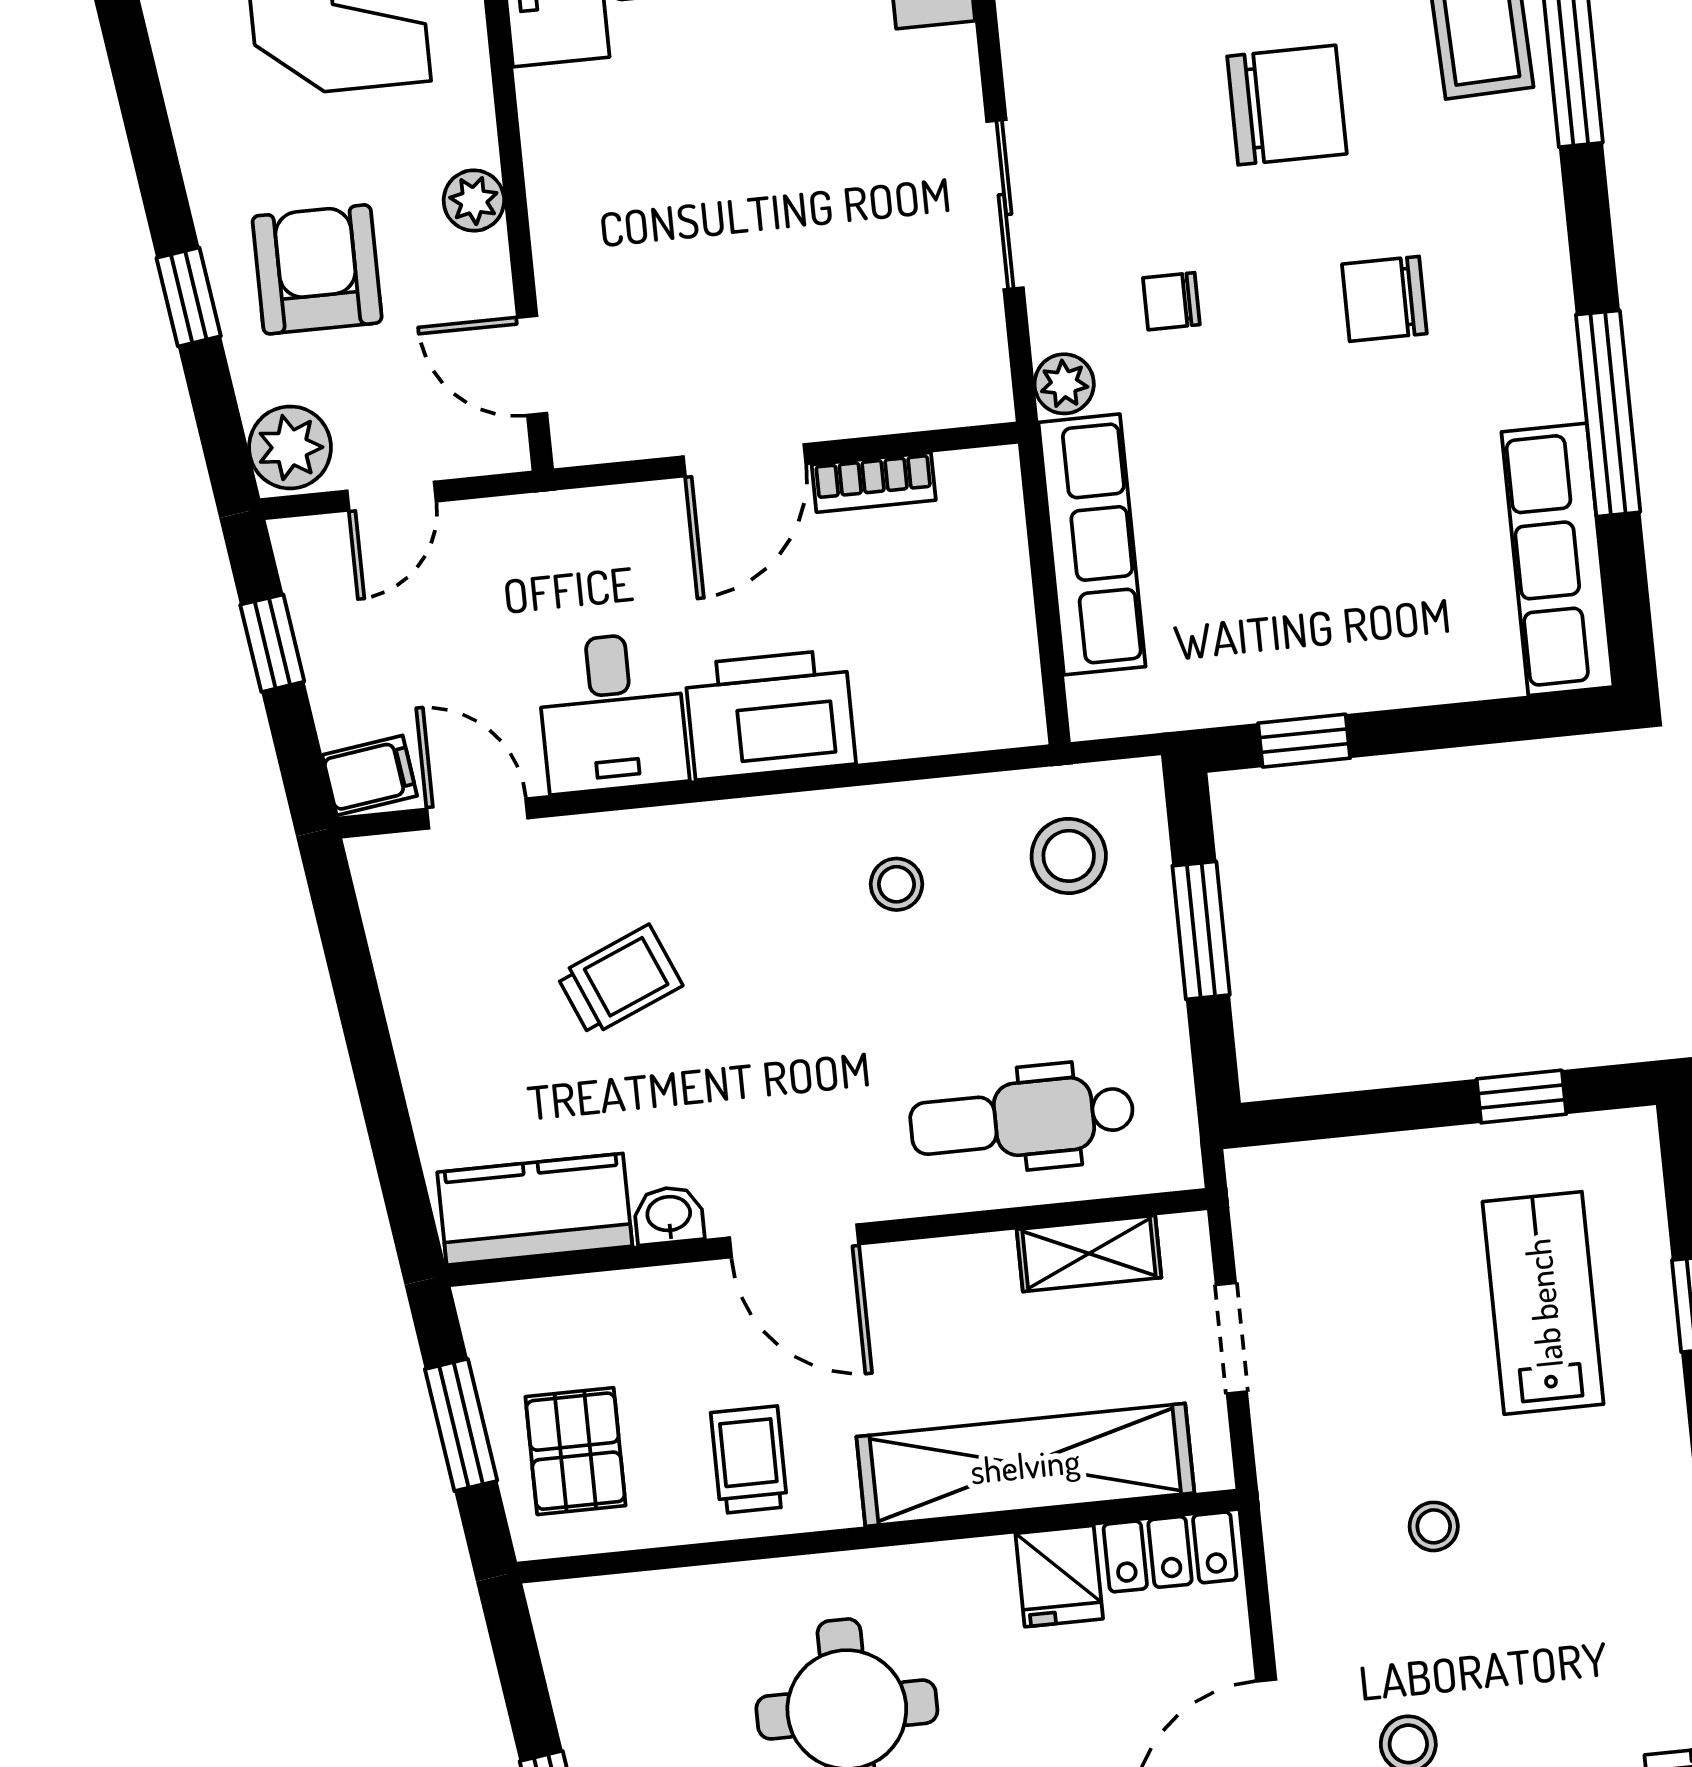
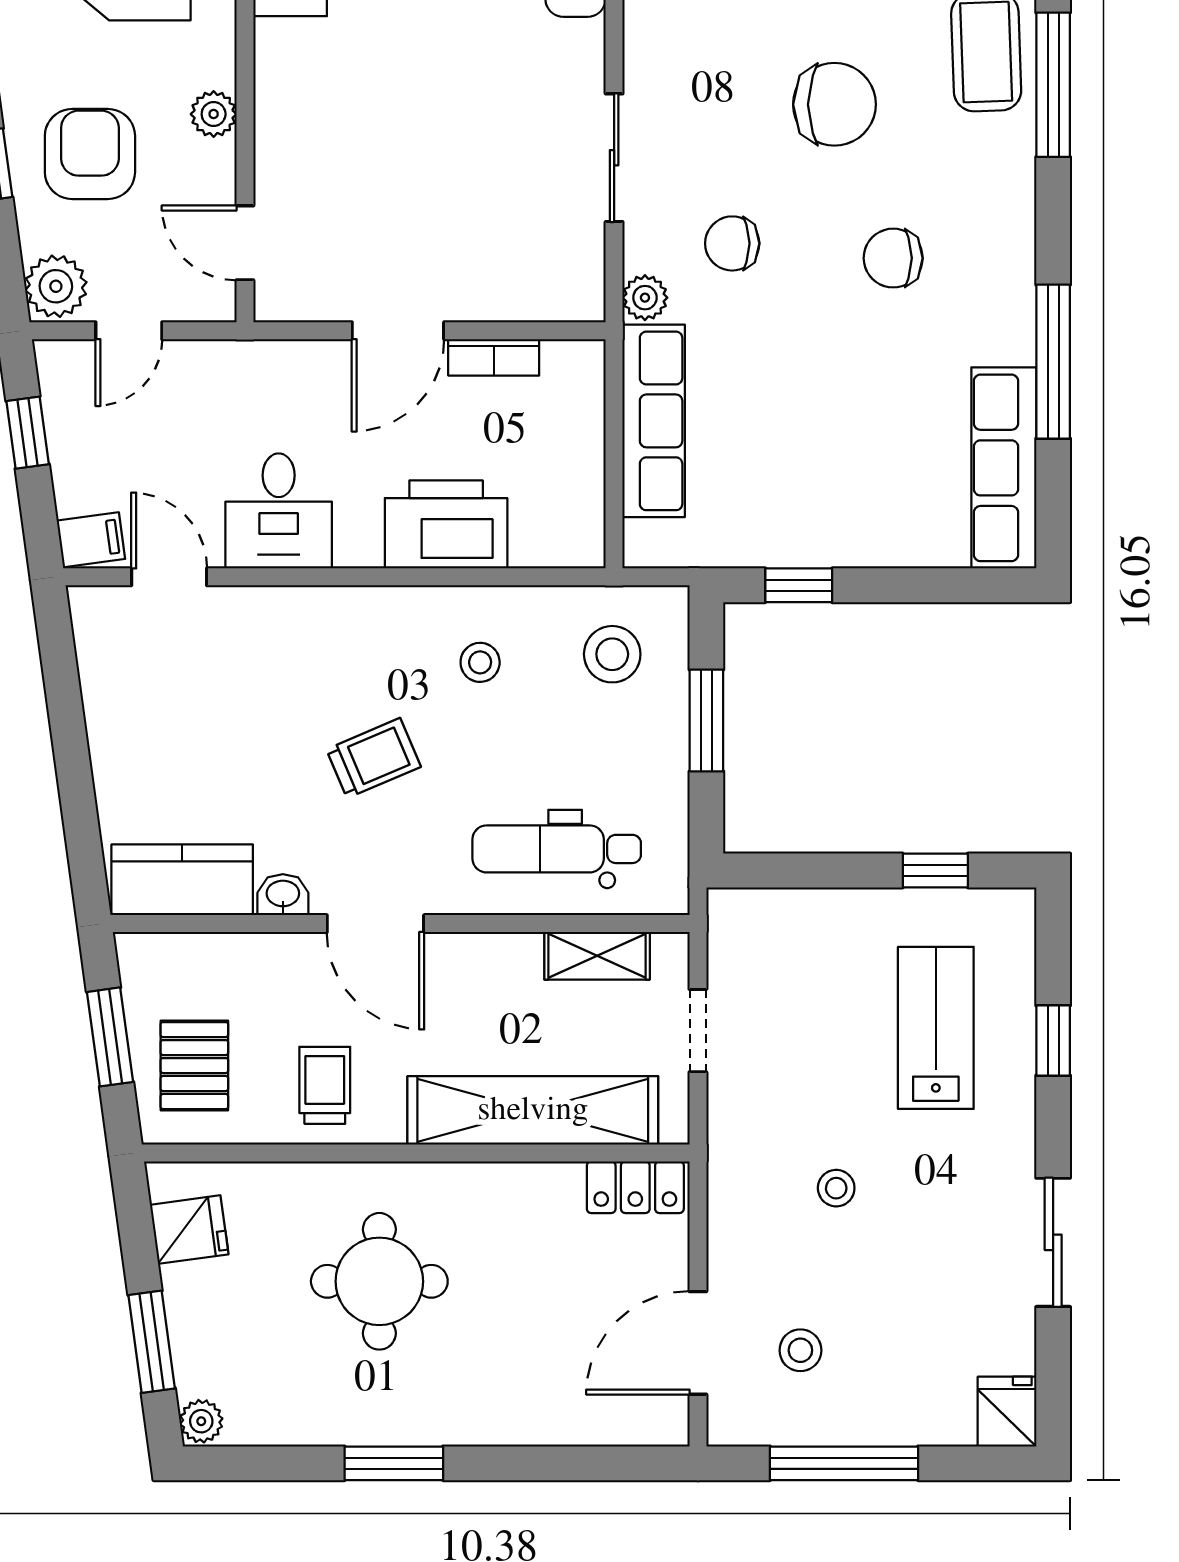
chair: (1171, 301) -> (732, 243), width x1.37, depth x1.37
printer: (770, 714) -> (446, 524), moved
trolley: (620, 980) -> (374, 758), moved
fridge: (1059, 1576) -> (189, 1230), moved, turned -98

